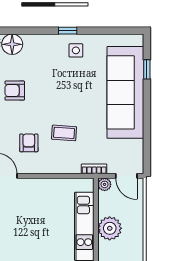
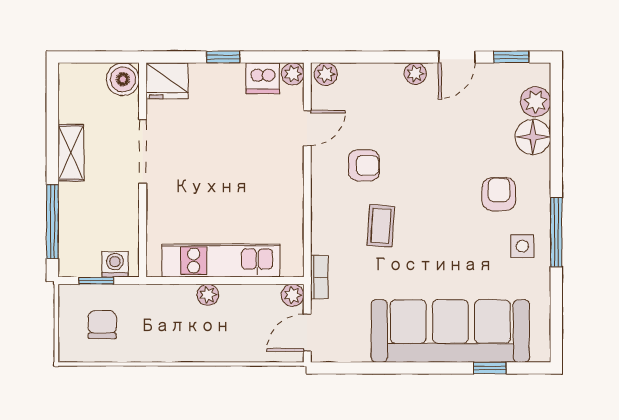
window: (68, 31) -> (556, 232), width x2.17
armchair: (15, 91) -> (499, 194), moved
plant: (110, 228) -> (208, 295), width x0.53, depth x0.53

